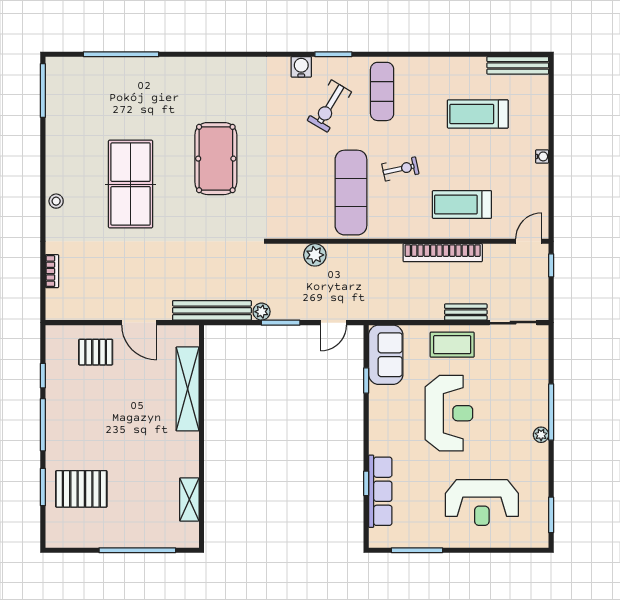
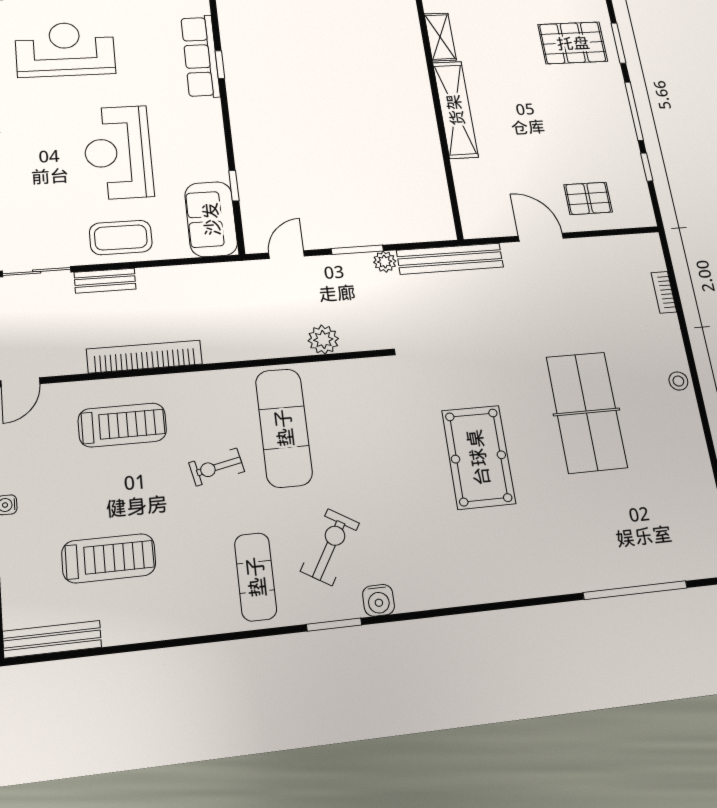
shelving: (188, 389) -> (455, 110), moved

